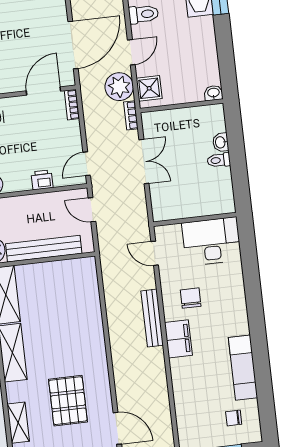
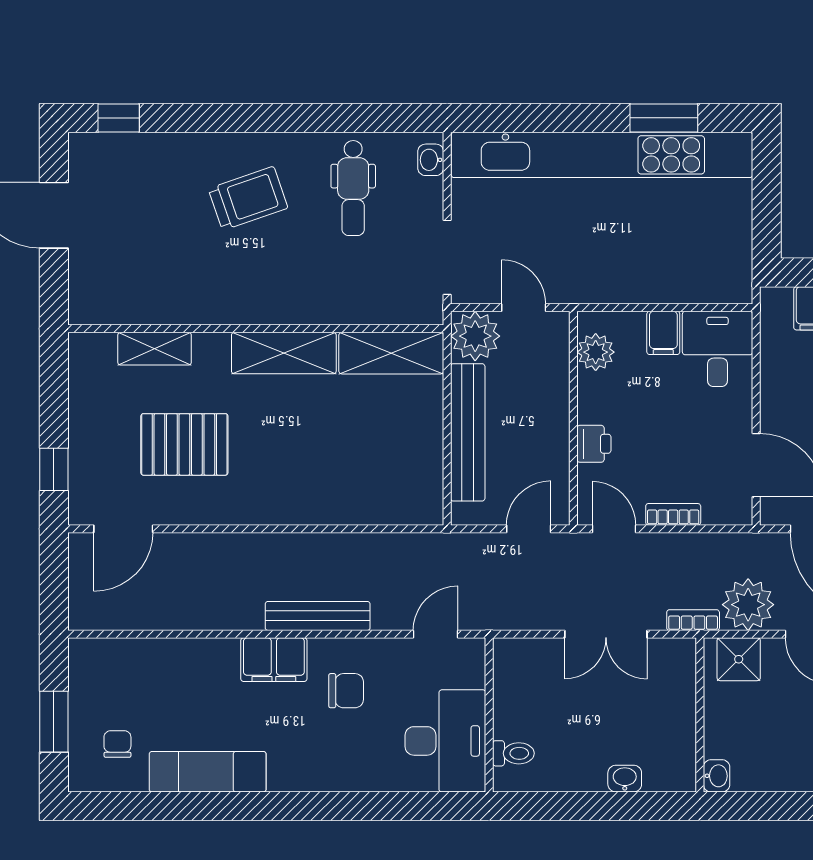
bookcase: (72, 105) -> (673, 514), moved
toilet: (219, 160) -> (513, 753), moved, turned 90

